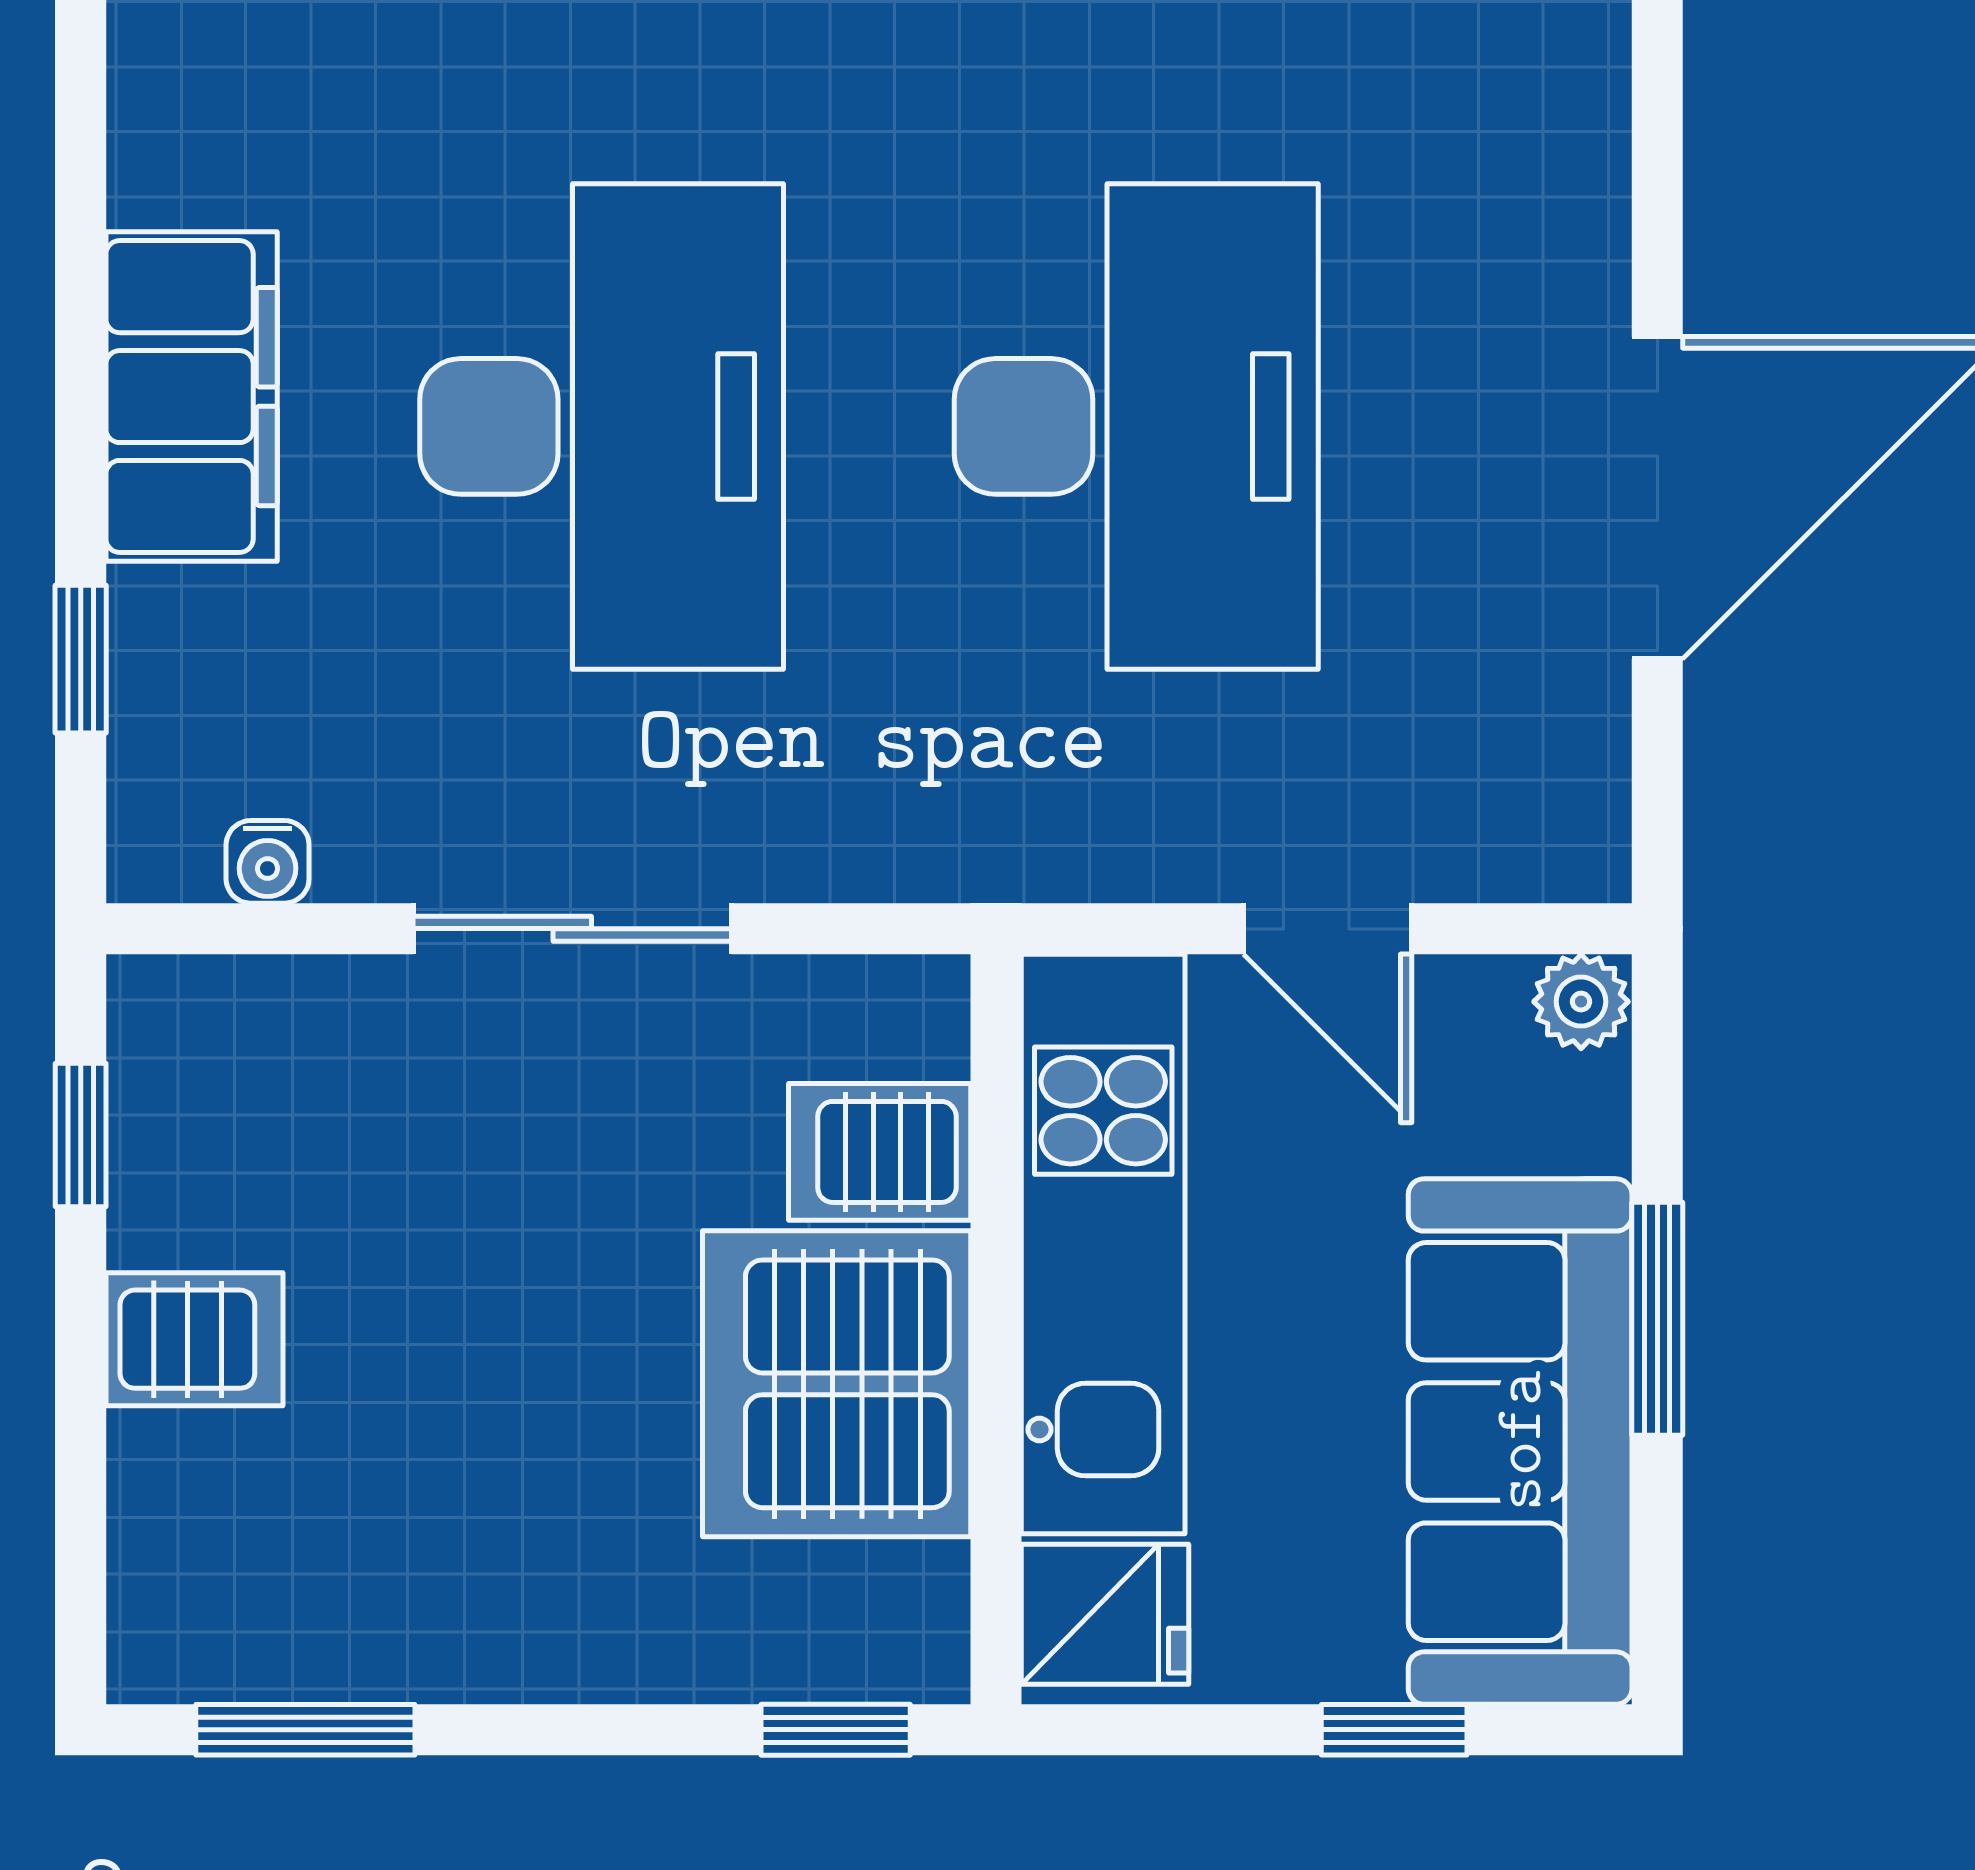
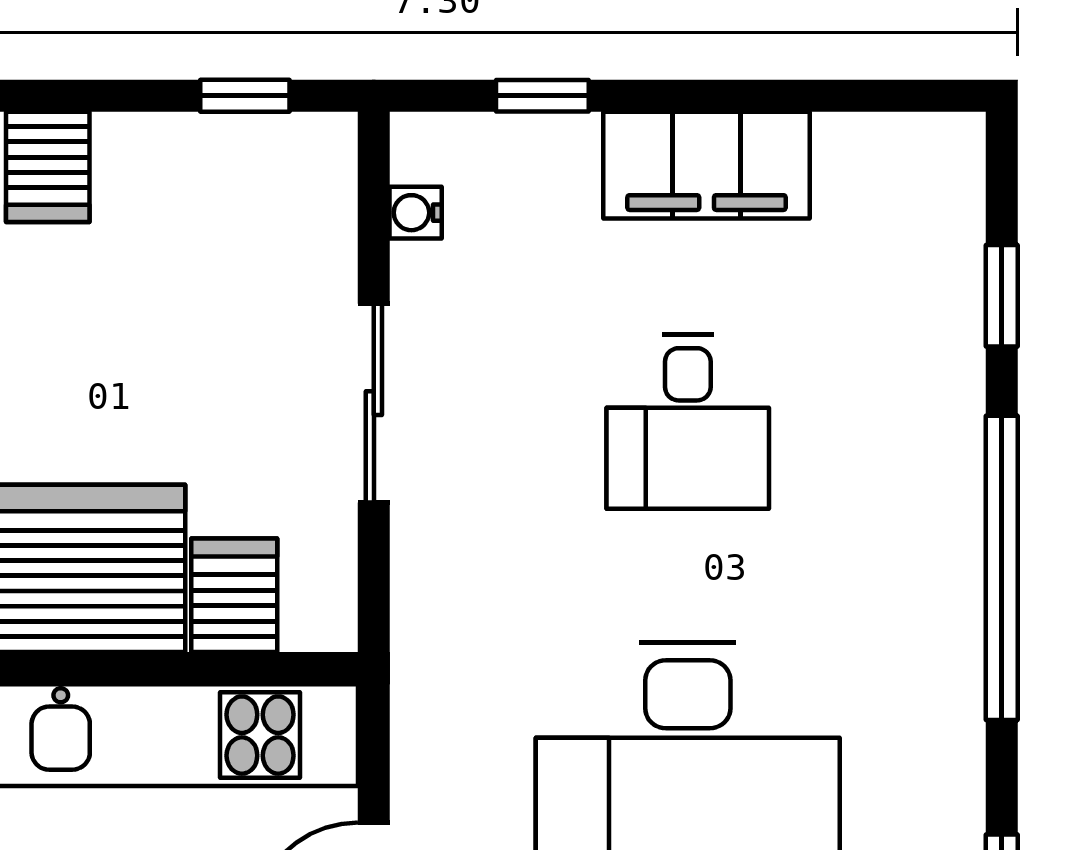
desk: (602, 426) -> (688, 422), width x0.53, depth x0.77
server rack: (194, 1339) -> (48, 167), moved

